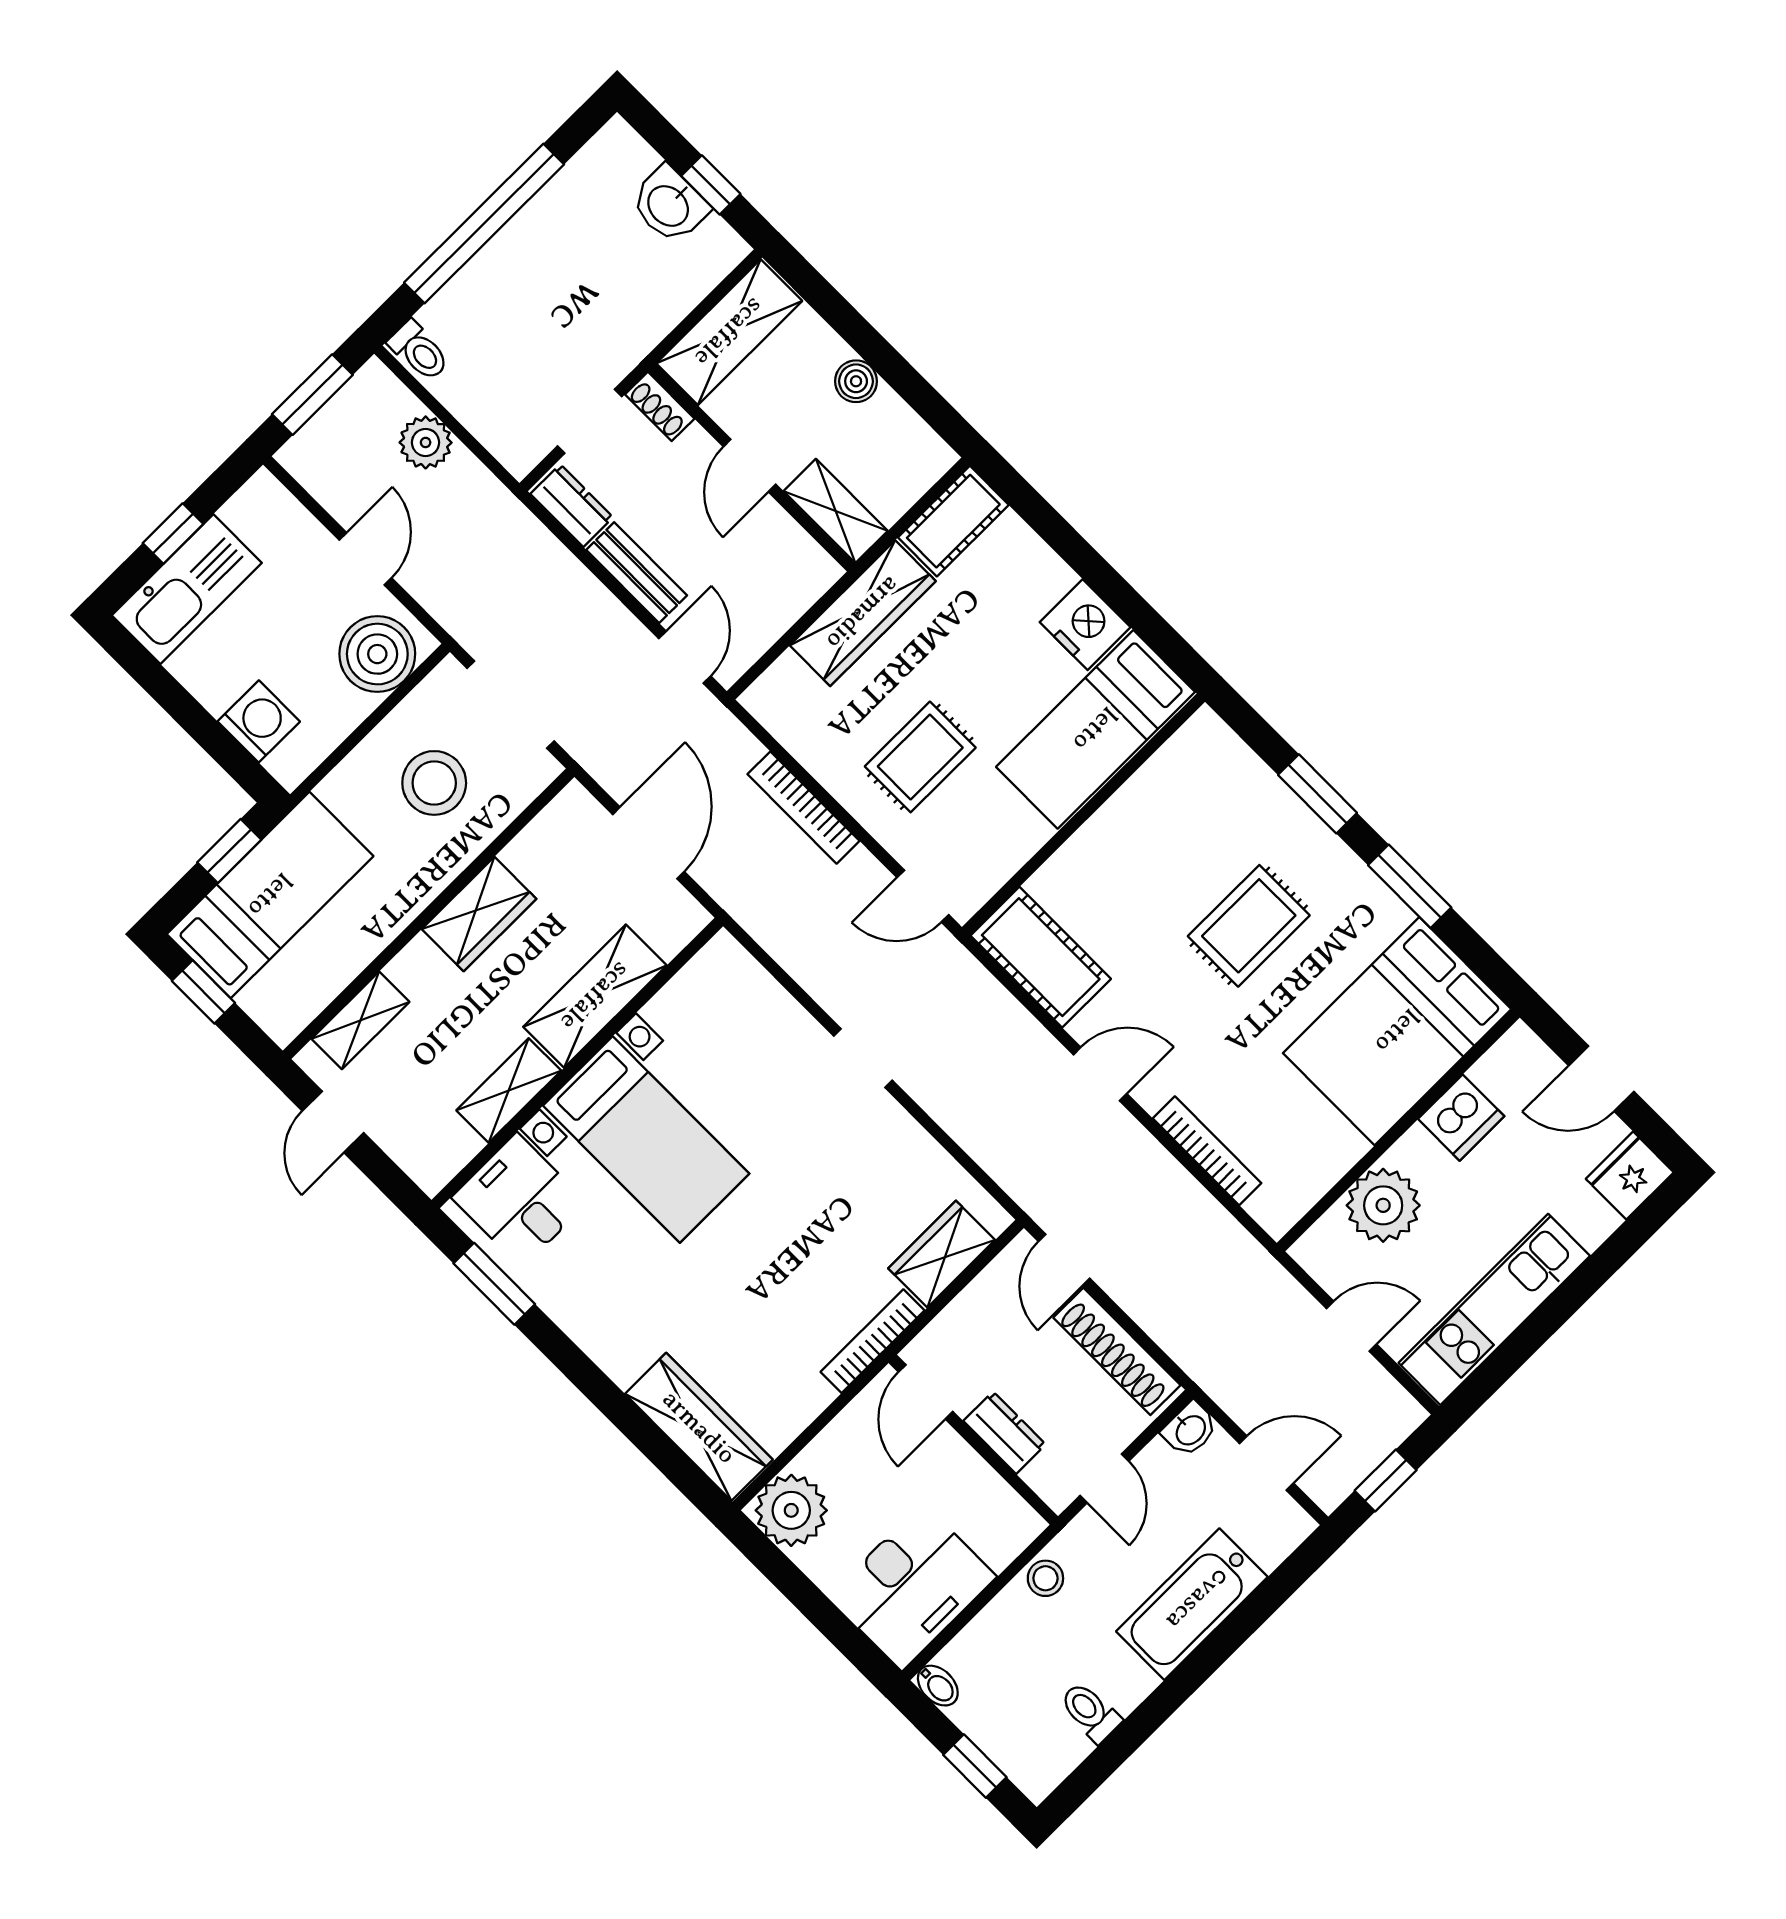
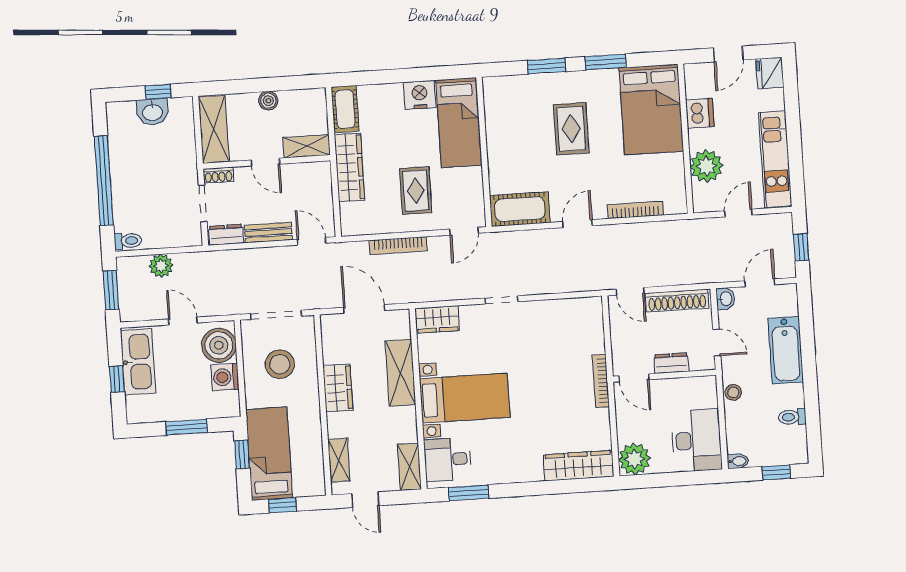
kitchen sink: (187, 589) -> (138, 362), moved
window: (194, 719) -> (187, 427), added
washing machine: (259, 721) -> (225, 377), moved, turned -90
shelving: (509, 1090) -> (409, 467), moved
wardrobe: (942, 1254) -> (437, 319), moved, turned -90

